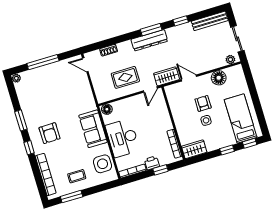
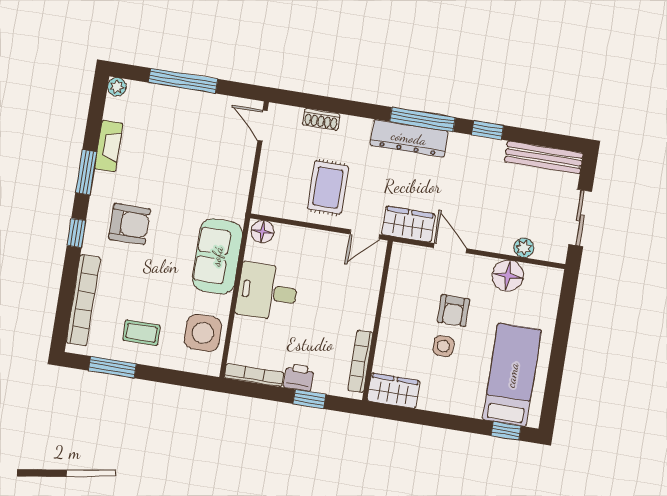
window: (151, 30) -> (422, 120), width x1.44
plant: (230, 60) -> (524, 248), moved
rug: (125, 77) -> (328, 188), turned 90
armchair: (203, 103) -> (453, 311), turned 180
fireplace: (25, 105) -> (109, 146), added
armchair: (50, 133) -> (129, 224), turned -89
desk: (122, 138) -> (267, 292), width x0.73
window: (227, 150) -> (456, 423), removed

